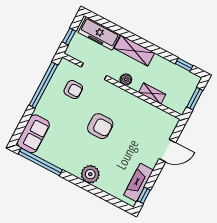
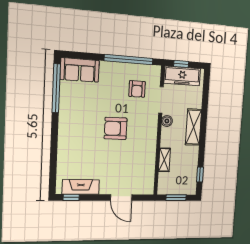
freezer: (99, 34) -> (182, 76), moved, turned -90
boiler: (126, 79) -> (167, 121), moved
armchair: (100, 126) -> (116, 128), turned 90
plant: (90, 174) -> (67, 140), removed

